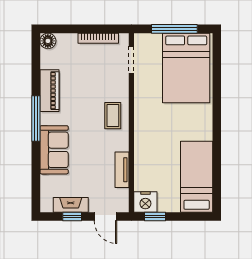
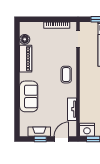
floor lamp: (48, 41) -> (25, 39), moved
window: (36, 119) -> (17, 76), removed
door: (106, 216) -> (62, 139), swing flipped

